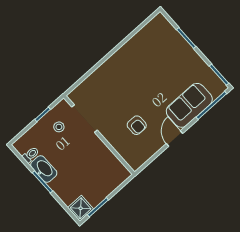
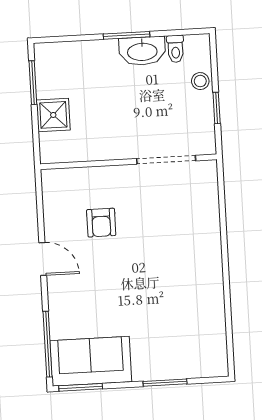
sofa: (189, 105) -> (91, 361), moved, turned -90
armchair: (137, 125) -> (101, 223), turned -90
stool: (59, 127) -> (200, 81), moved
shower: (81, 208) -> (53, 115), moved

